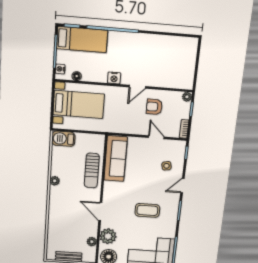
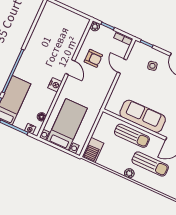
armchair: (154, 107) -> (93, 58), turned -90
door: (156, 137) -> (122, 66), hinge flipped
sofa: (116, 159) -> (143, 116), moved
sun lounger: (71, 197) -> (150, 164), added

